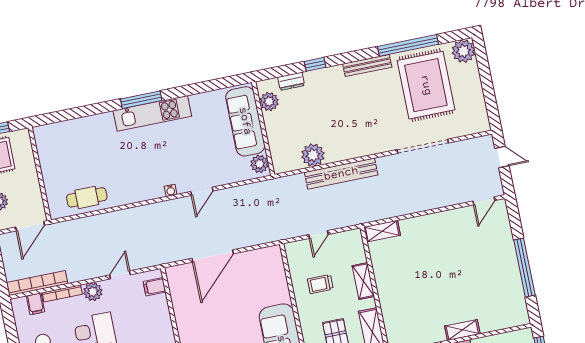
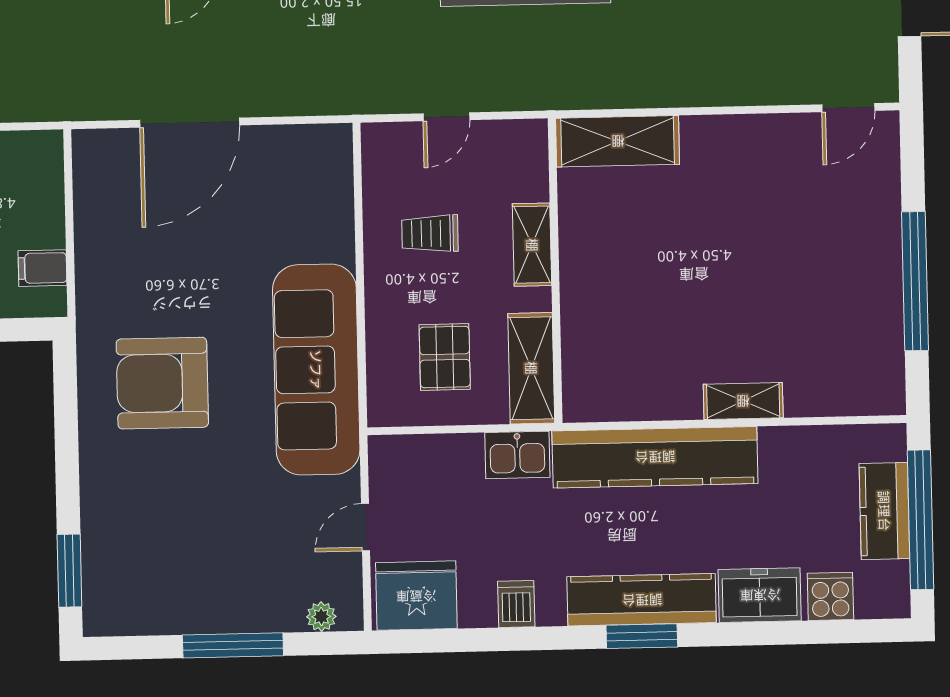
shelving: (382, 231) -> (618, 141), width x1.50, depth x1.33
filing cabinet: (154, 287) -> (42, 268), moved

